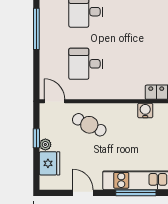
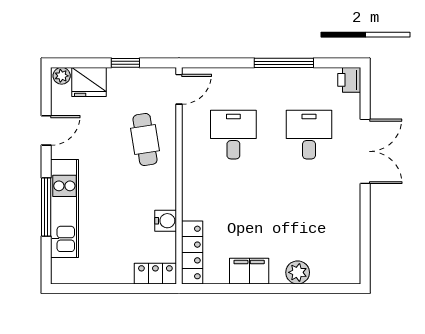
cafe table: (89, 125) -> (145, 140), turned -35
plant: (45, 145) -> (62, 76), moved

